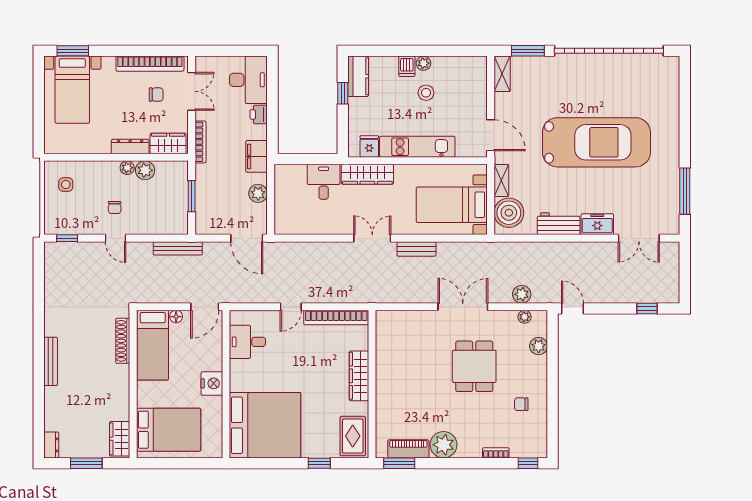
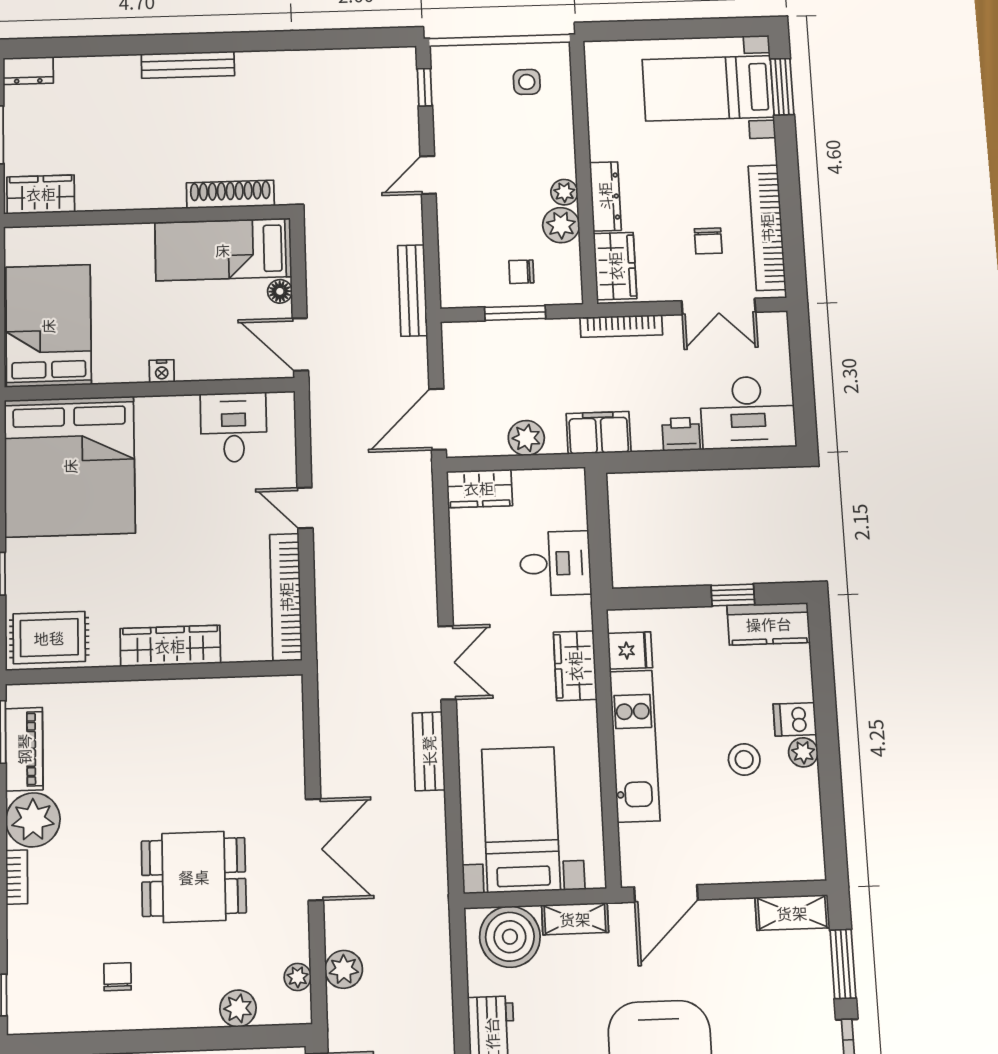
wardrobe: (367, 174) -> (575, 666), width x0.67
chair: (115, 207) -> (521, 272), moved
wardrobe: (284, 218) -> (479, 488), added
nightstand: (212, 383) -> (162, 371), width x0.53, depth x0.56
bed: (169, 430) -> (48, 326), moved, turned 180
bookcase: (496, 453) -> (17, 877), moved

